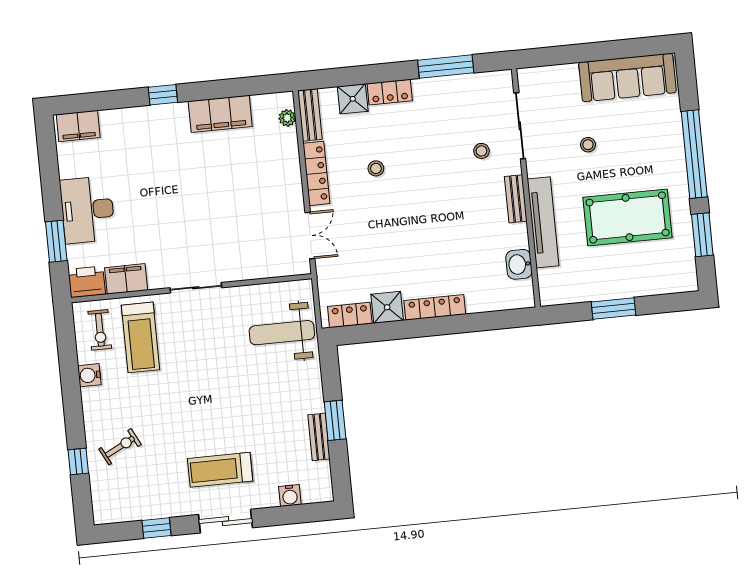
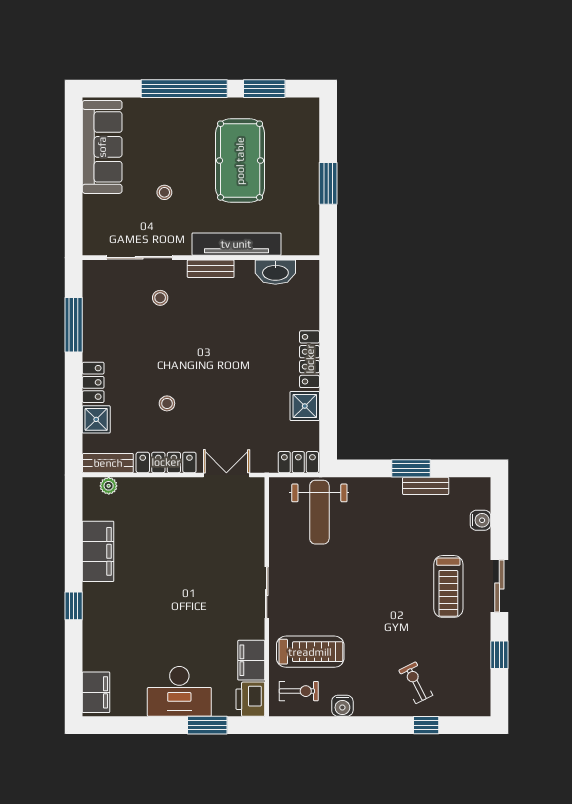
washbasin: (519, 264) -> (275, 272), width x1.38
locker: (350, 315) -> (298, 462), moved, turned 90

